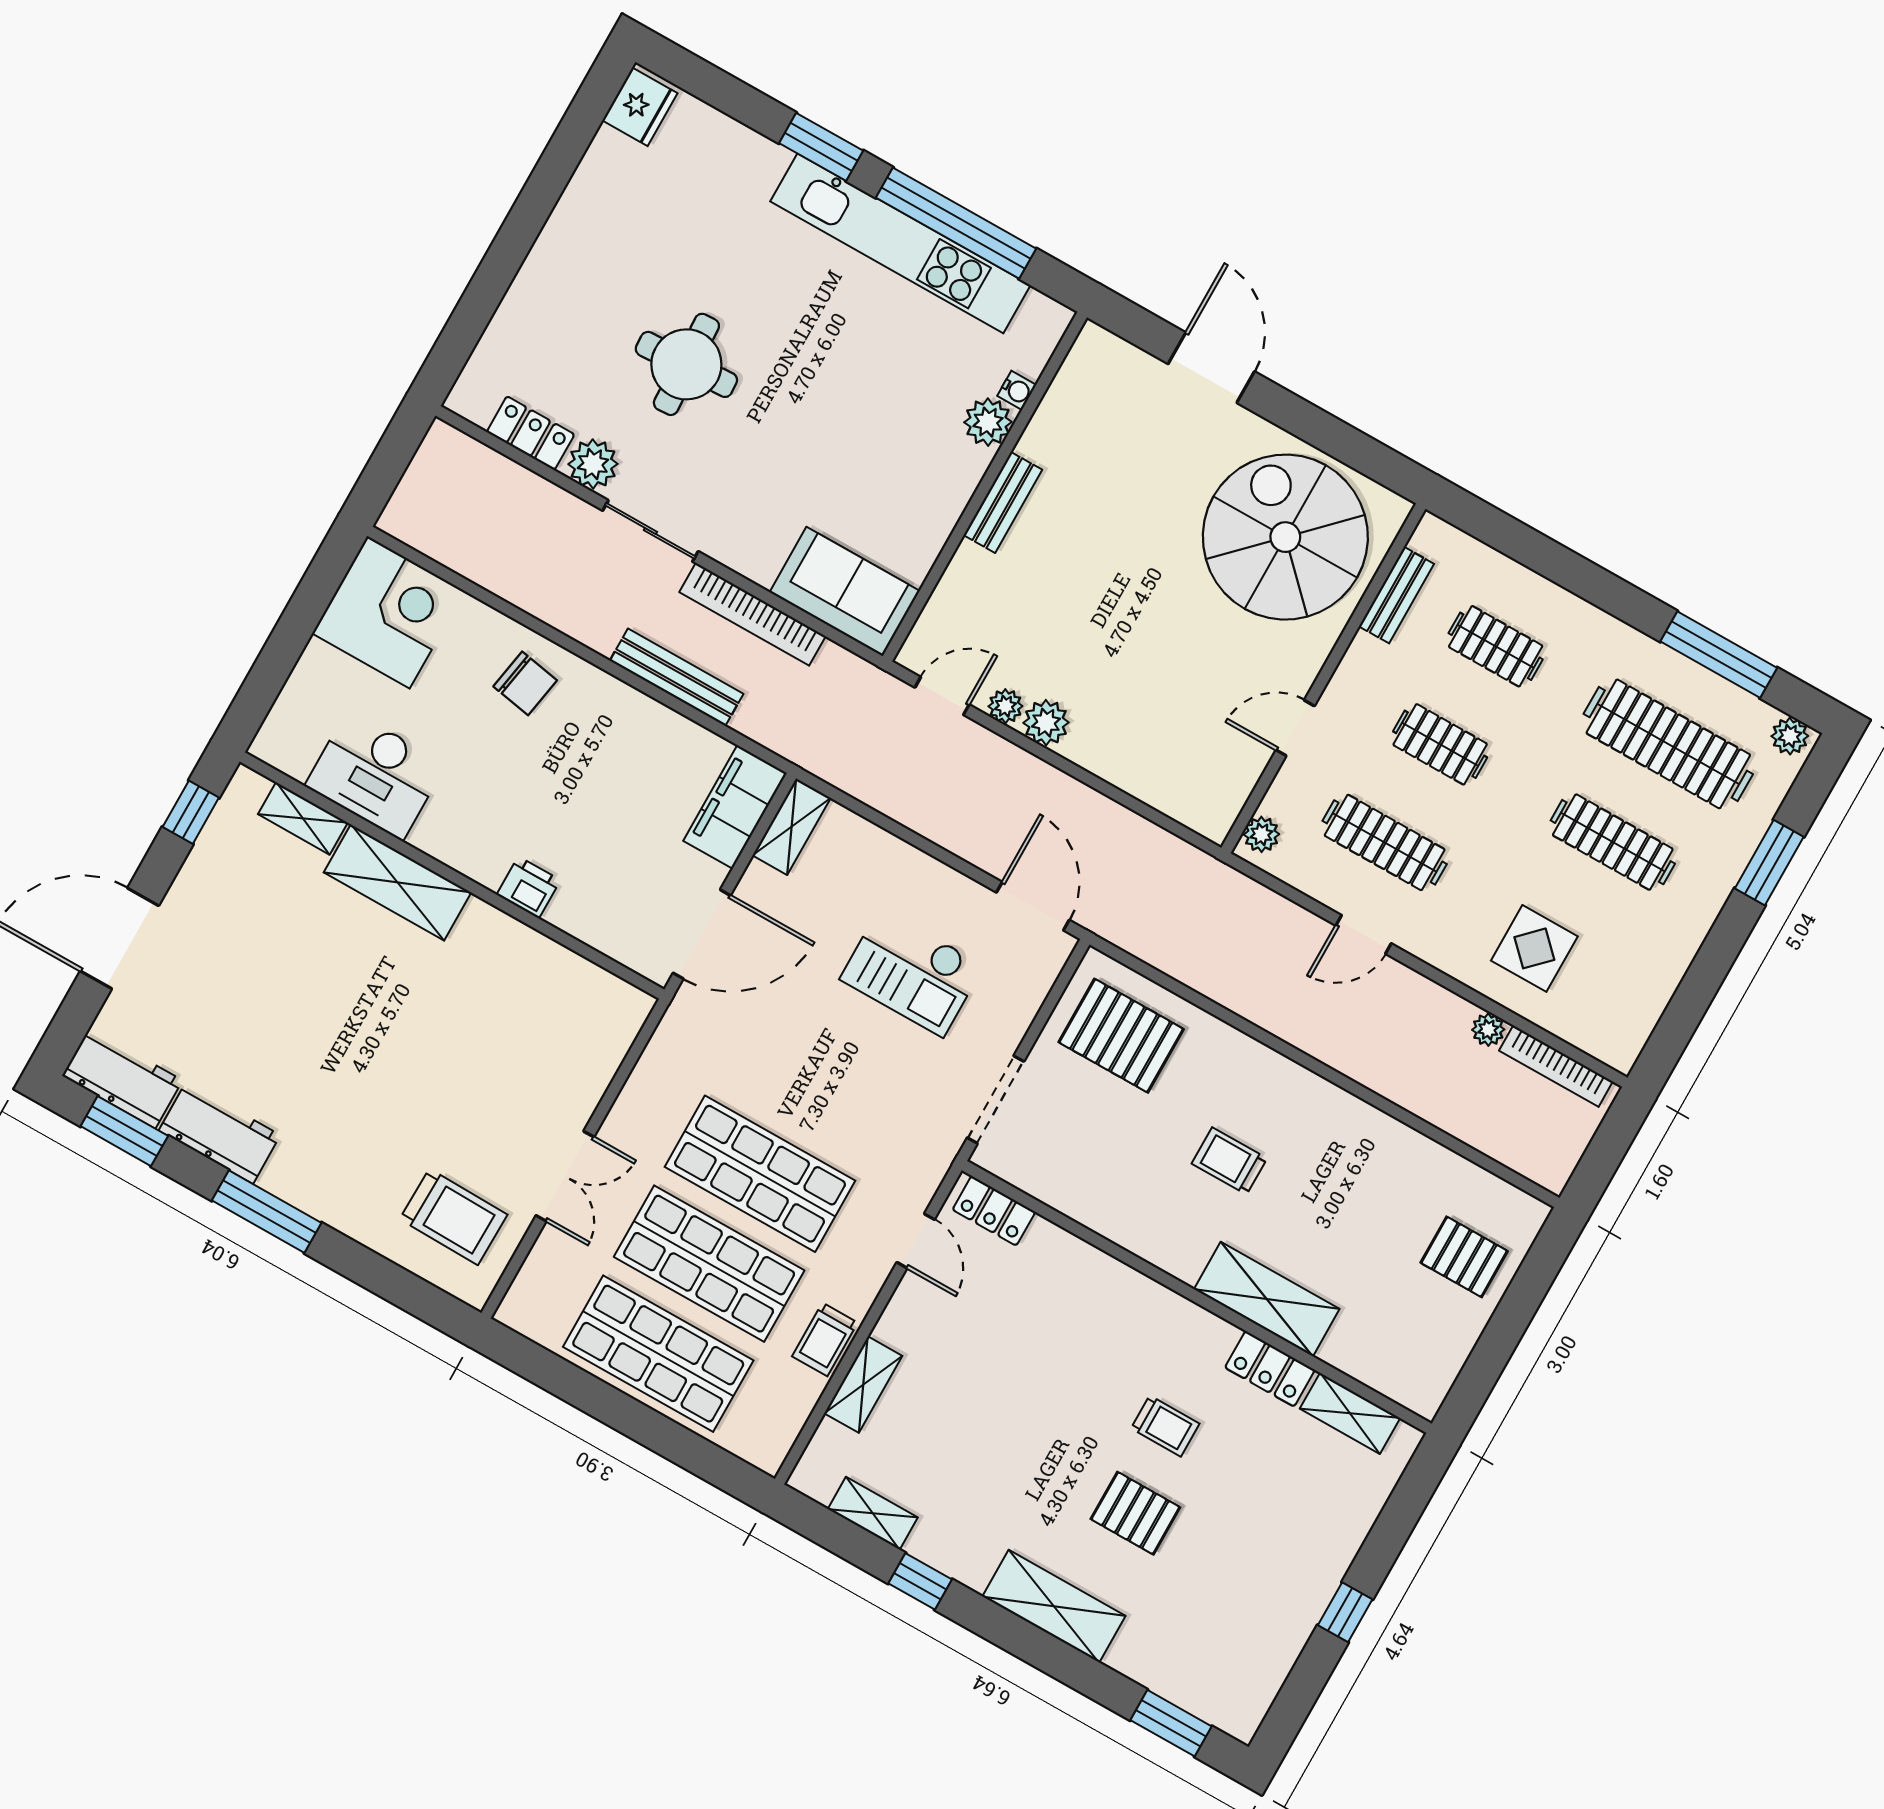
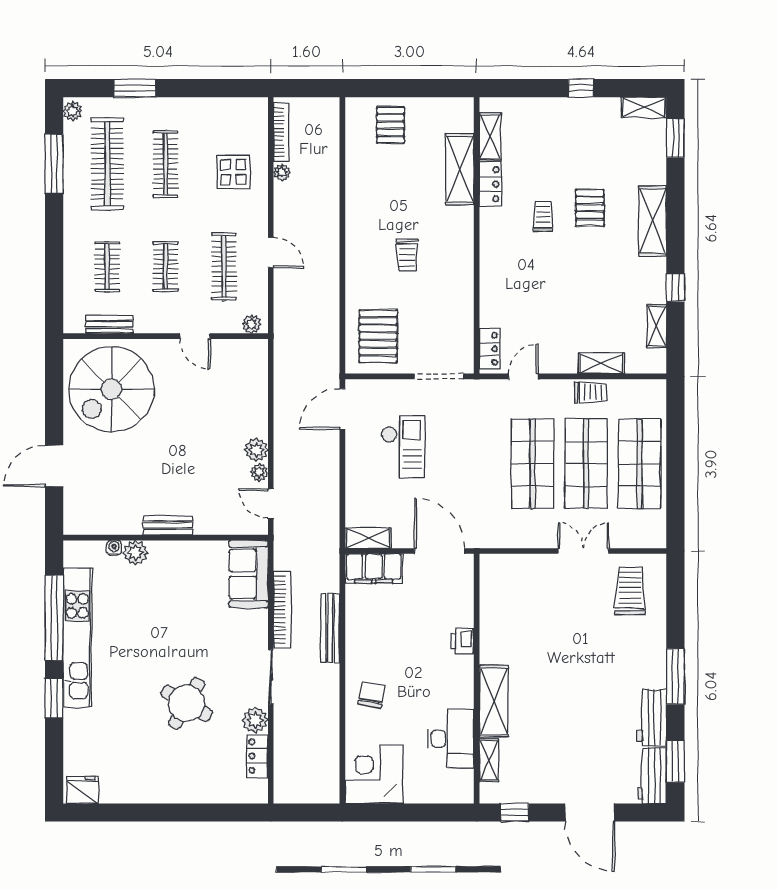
round table: (686, 364) -> (186, 703), turned 33
shelving: (1267, 1299) -> (460, 169), moved
shelving: (1253, 1699) -> (644, 107), added

